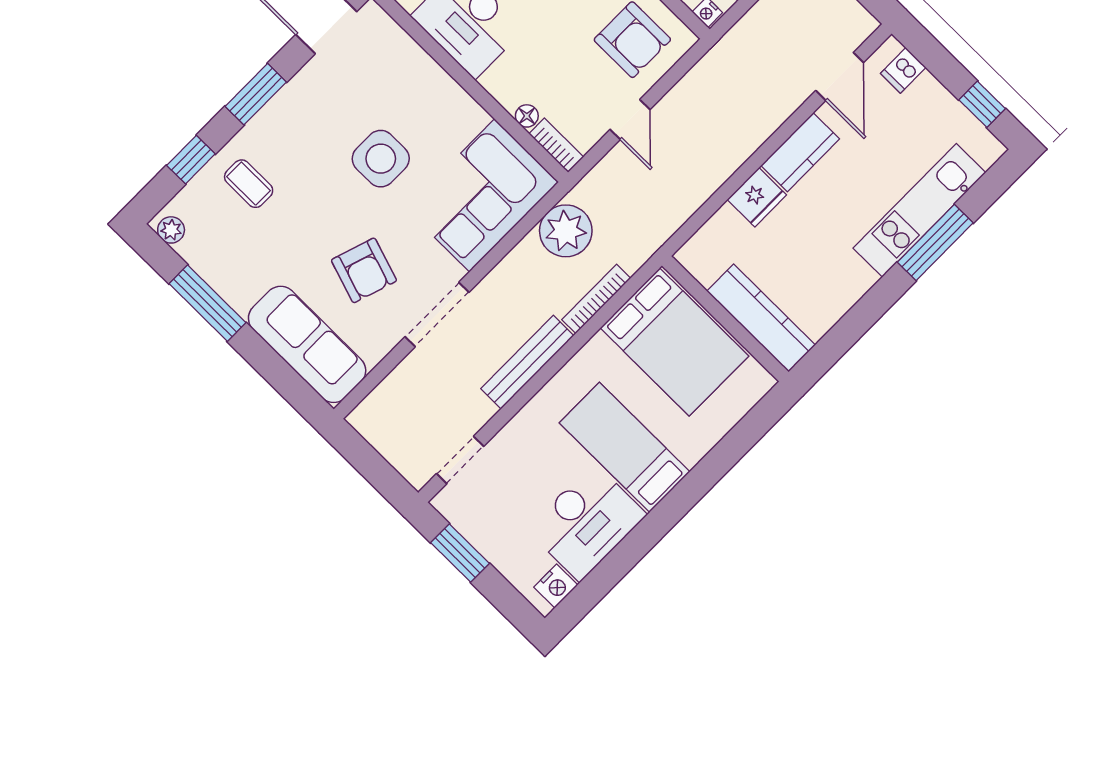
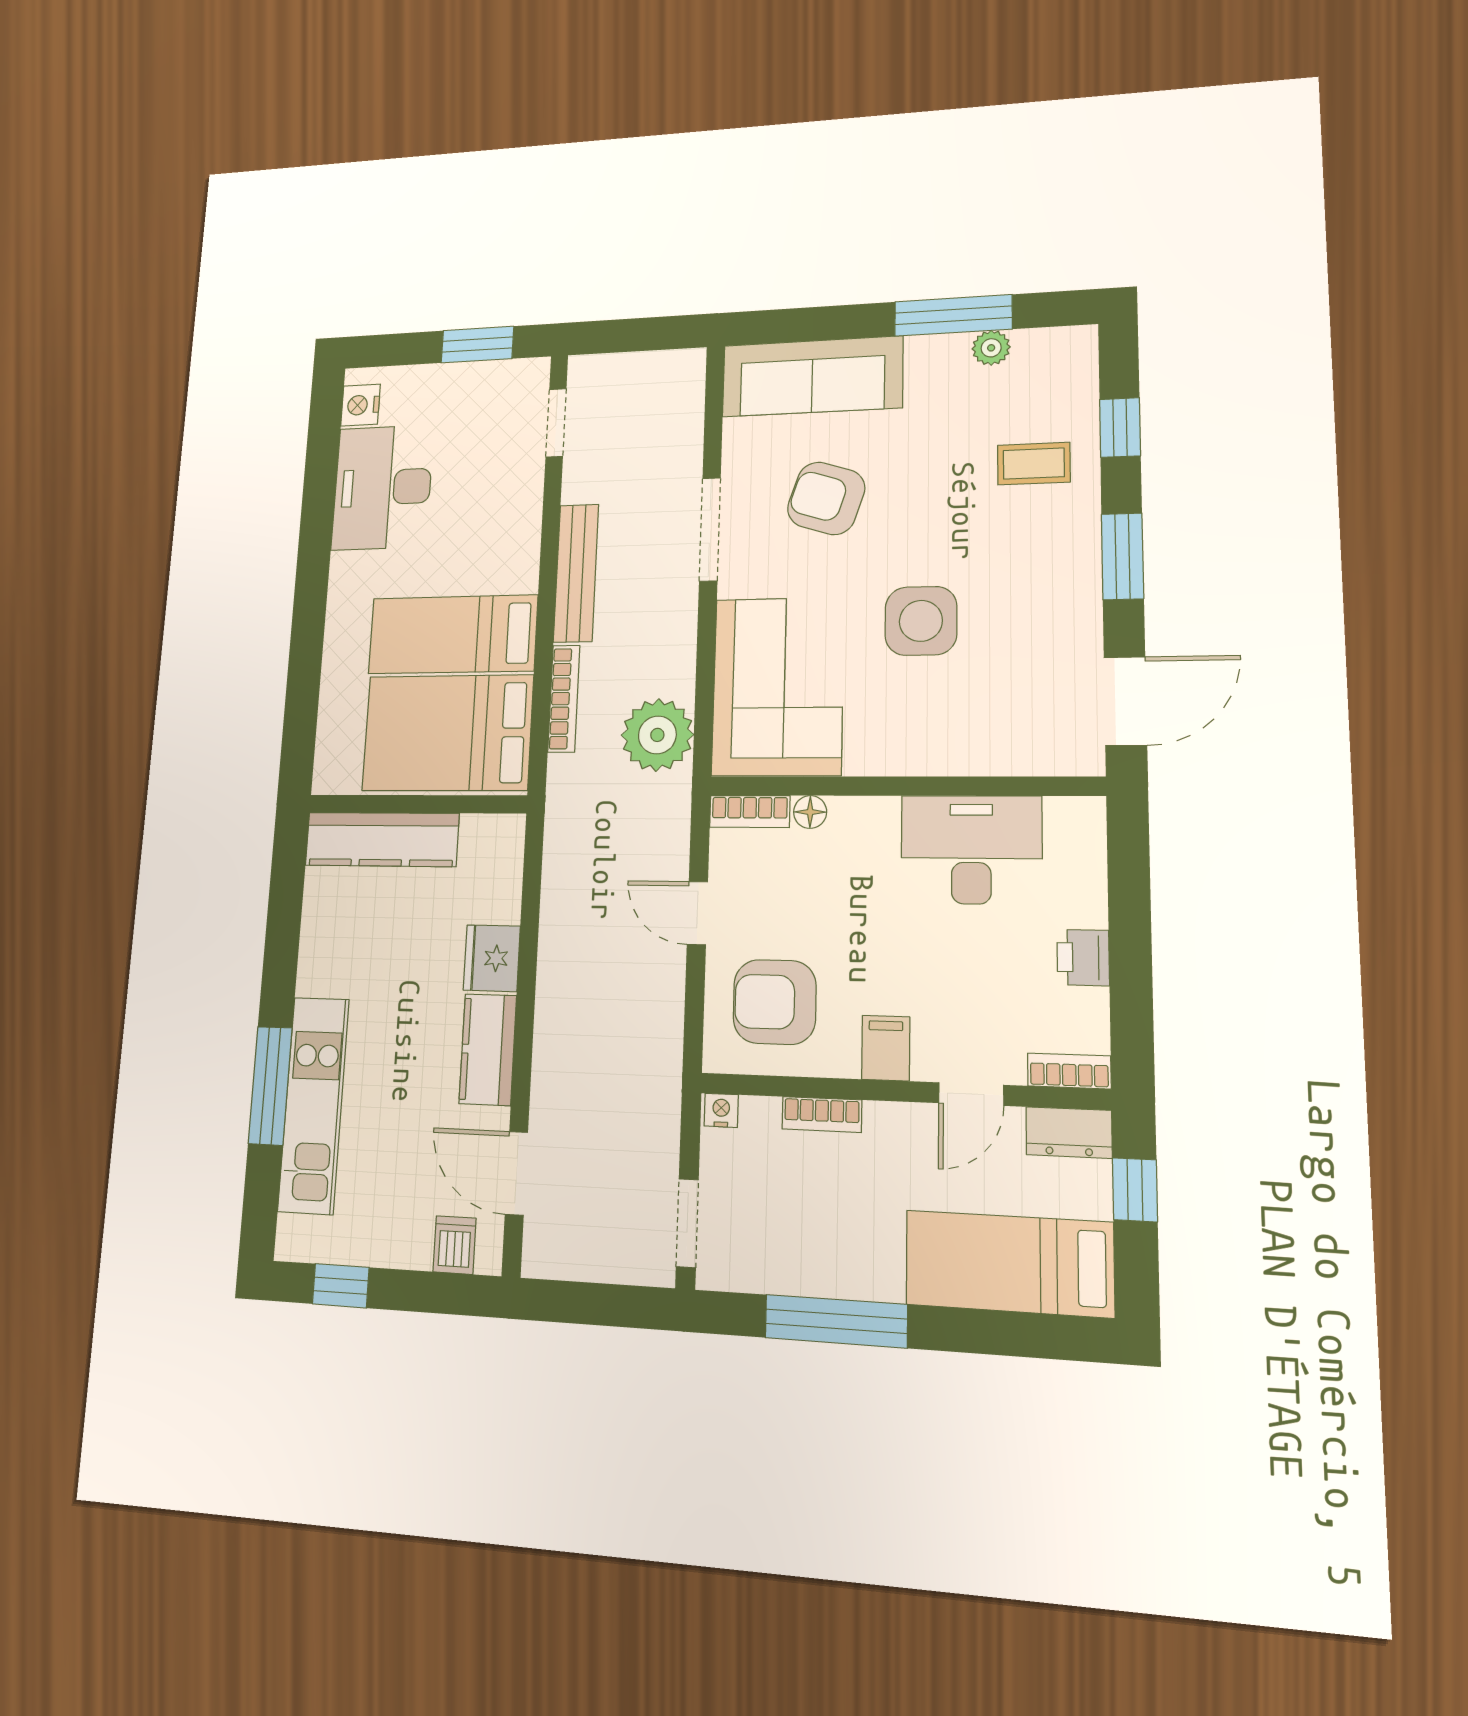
plant: (171, 230) -> (991, 348), moved
bed: (624, 447) -> (453, 634), moved, turned 180

